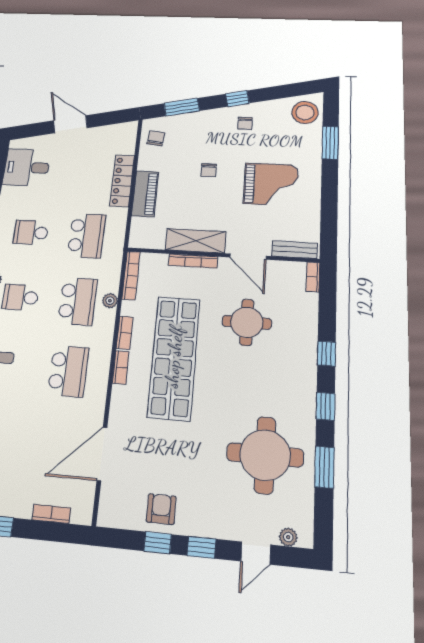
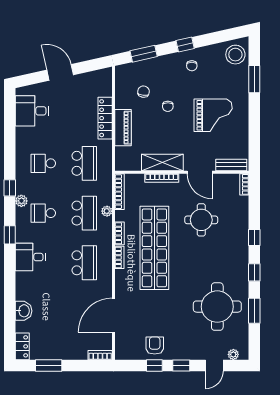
chair: (156, 138) -> (143, 92), moved
bookcase: (51, 514) -> (100, 355), moved

